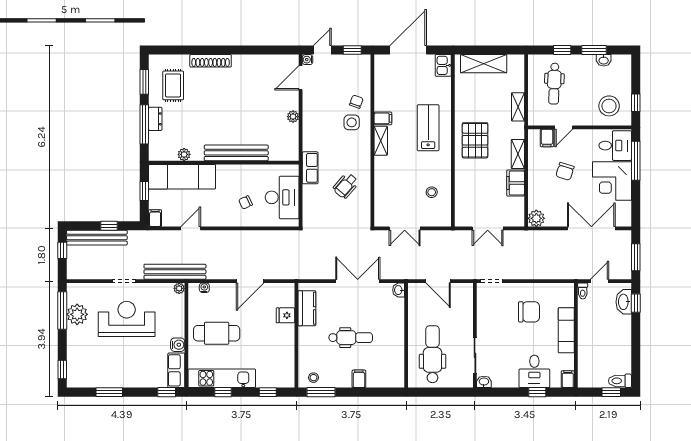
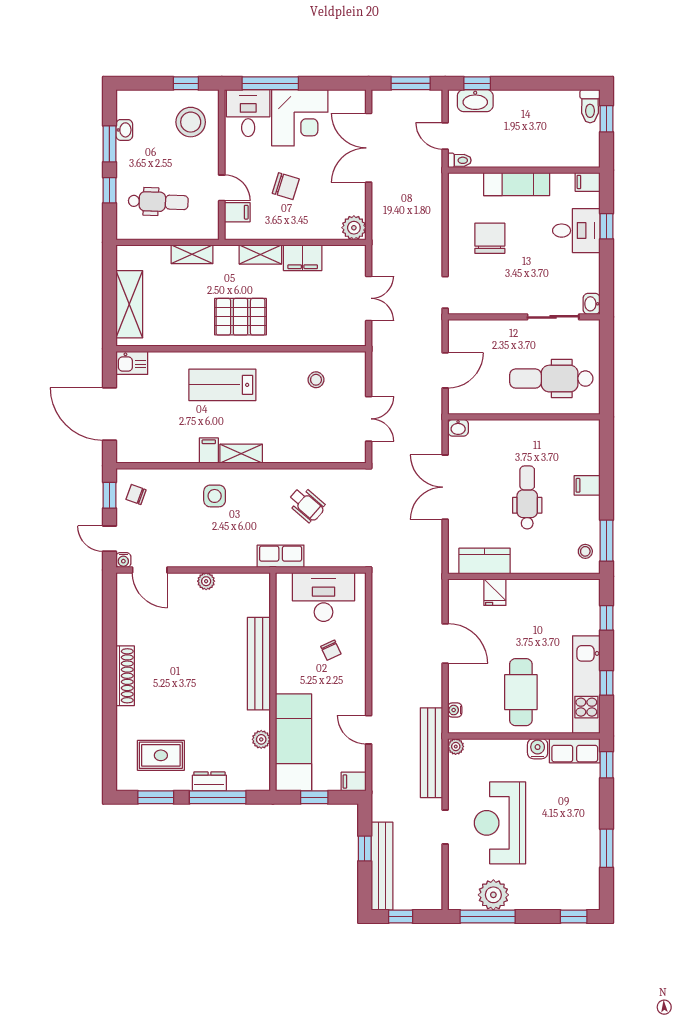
shoe rack: (211, 61) -> (125, 676), moved
chair: (356, 102) -> (136, 495), moved

